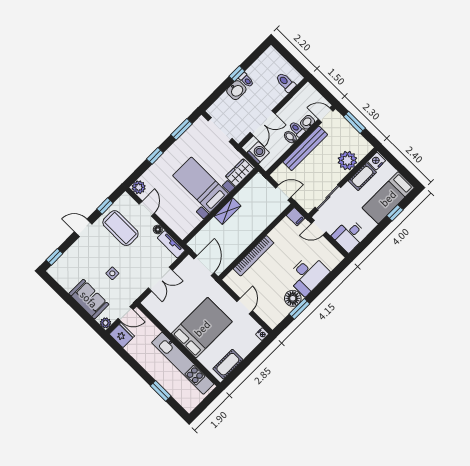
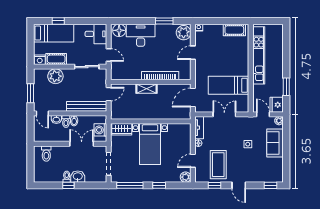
window: (181, 129) -> (130, 185), width x1.44
bench: (305, 148) -> (87, 106), moved
door: (283, 193) -> (109, 94), swing flipped
shelving: (227, 211) -> (146, 89), moved
filing cabinet: (296, 217) -> (115, 74), removed
floor lamp: (293, 298) -> (119, 30), moved
plant: (271, 316) -> (184, 33), added
bed: (202, 328) -> (228, 85), moved, width x0.67
window: (161, 391) -> (286, 87), moved

